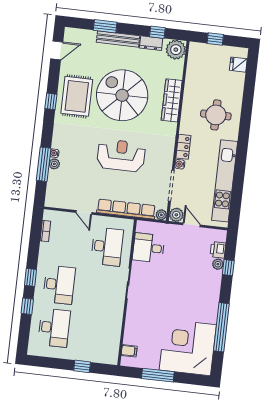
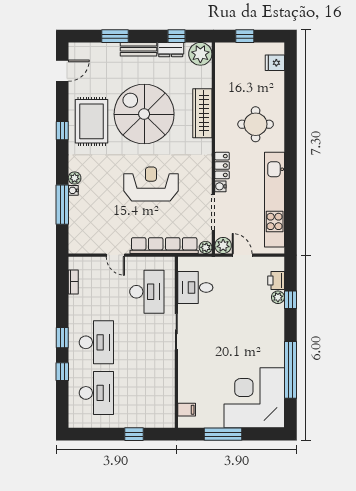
bench: (118, 39) -> (138, 49), width x0.73
plant: (54, 164) -> (75, 178), moved

